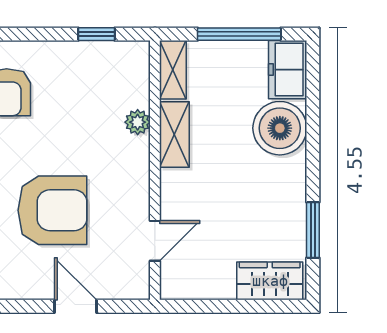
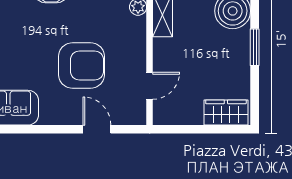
window: (313, 230) -> (255, 47), moved

